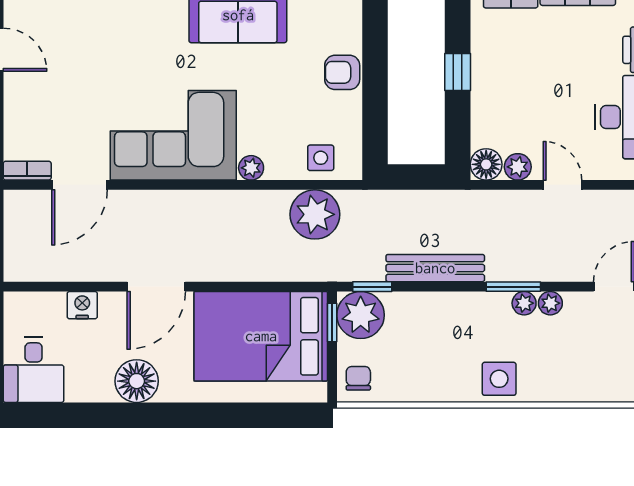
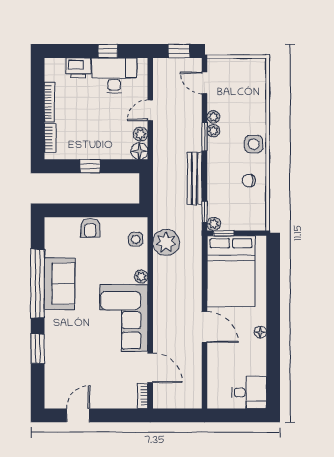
nightstand: (82, 305) -> (214, 367), removed
plant: (361, 315) -> (214, 224), width x0.53, depth x0.53
chair: (358, 378) -> (249, 181), moved
floor lamp: (137, 381) -> (260, 332), width x0.53, depth x0.53

